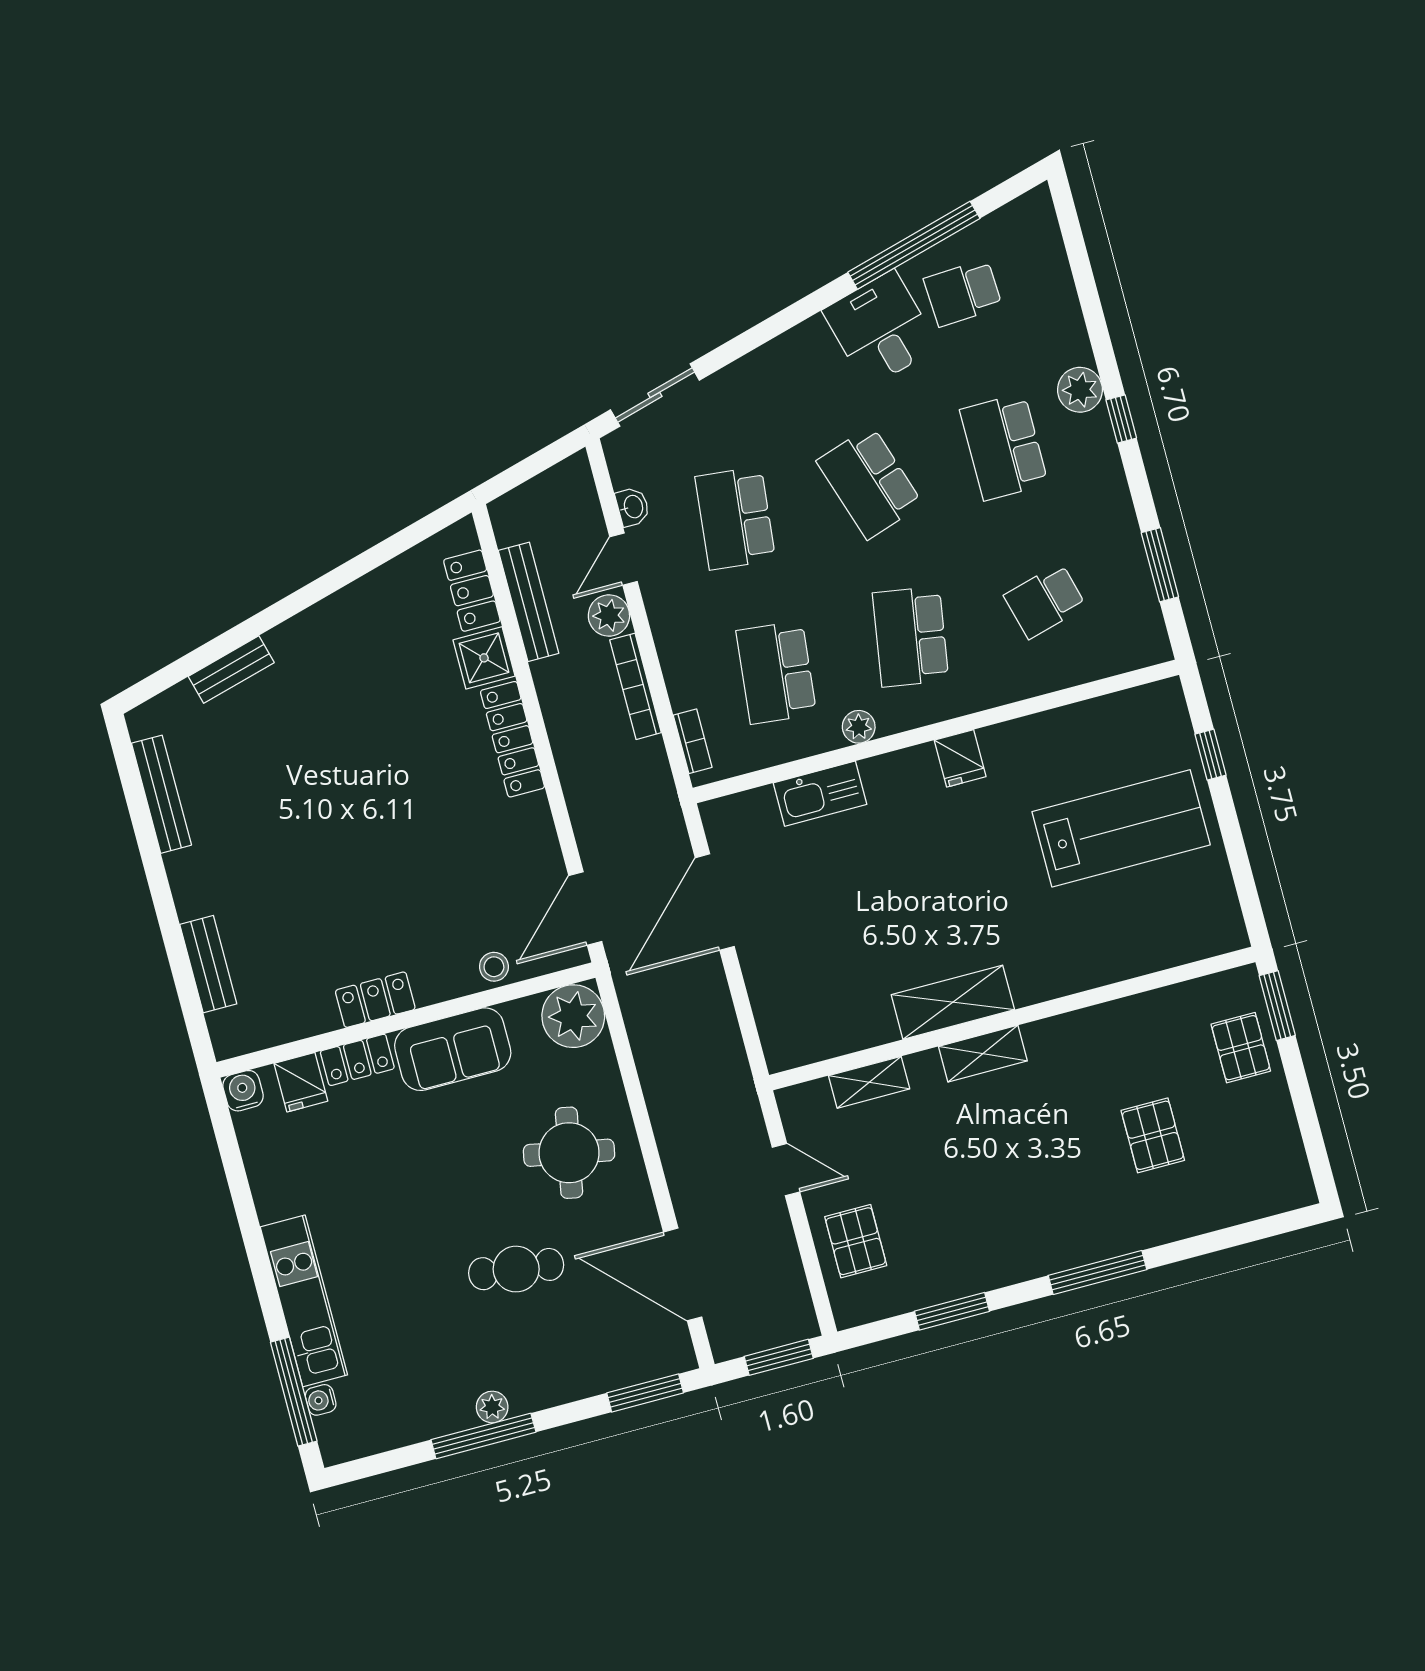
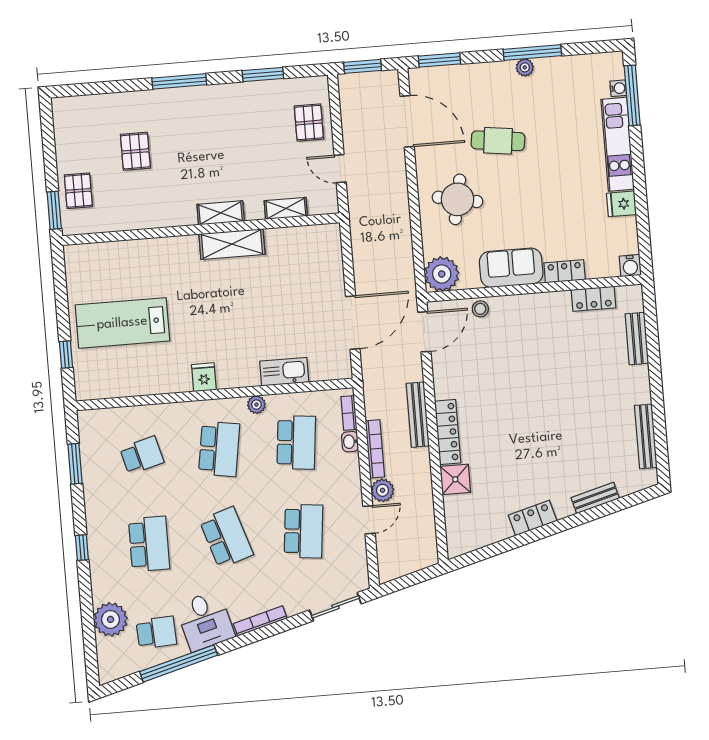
bookcase: (783, 346) -> (260, 621), added
plant: (1080, 390) -> (111, 619), moved, width x1.36, depth x1.36
washbasin: (633, 507) -> (350, 442), moved
locker: (472, 591) -> (533, 518), moved, turned -105
bench: (529, 602) -> (418, 415), moved
locker: (375, 1000) -> (594, 299), moved
fridge: (301, 1082) -> (621, 204), moved, turned -90

